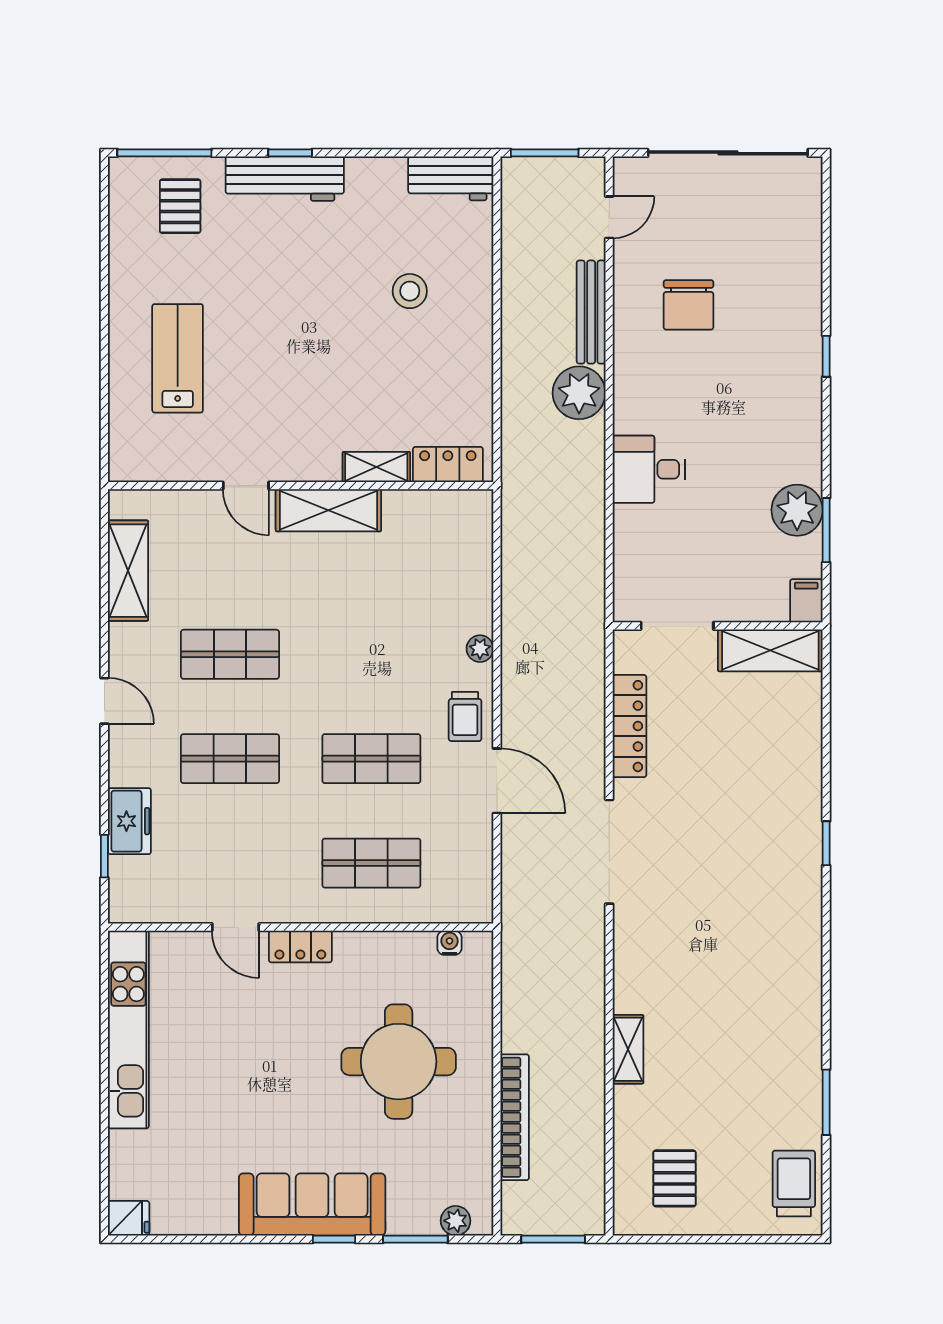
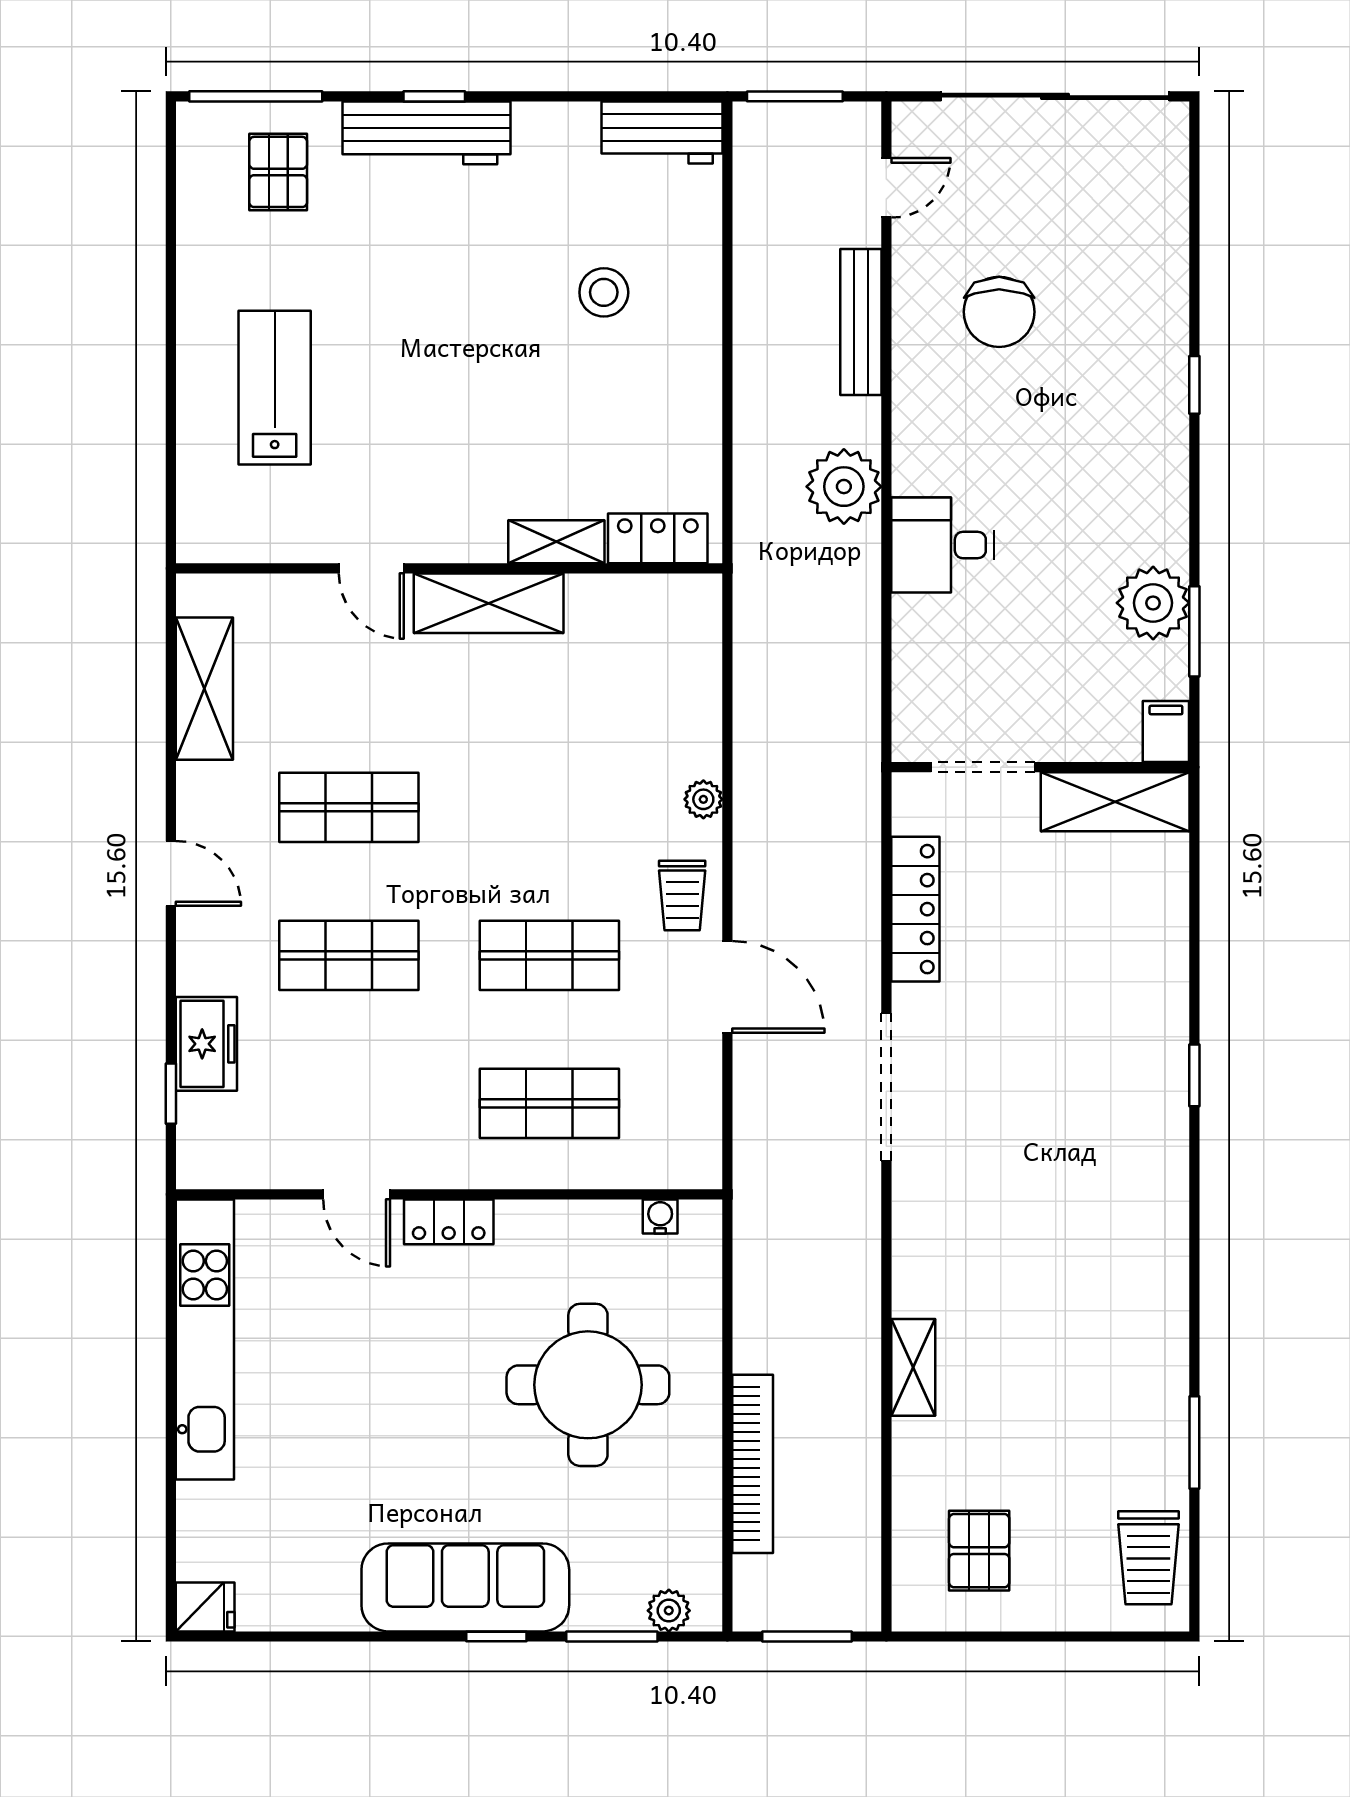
plant: (579, 393) -> (844, 487), moved
trolley: (794, 1183) -> (1148, 1558), turned 180

